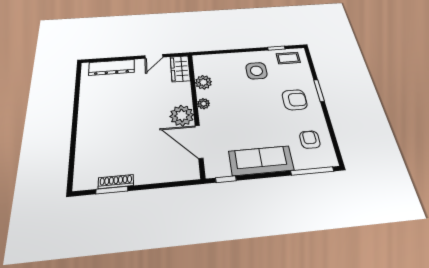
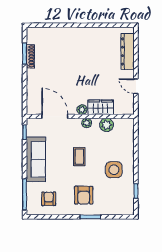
coffee table: (288, 58) -> (79, 157), moved
wardrobe: (180, 69) -> (101, 107), moved
plant: (182, 116) -> (82, 110), width x0.53, depth x0.53
armchair: (310, 140) -> (49, 199), turned -90
door: (199, 142) -> (55, 116), hinge flipped

